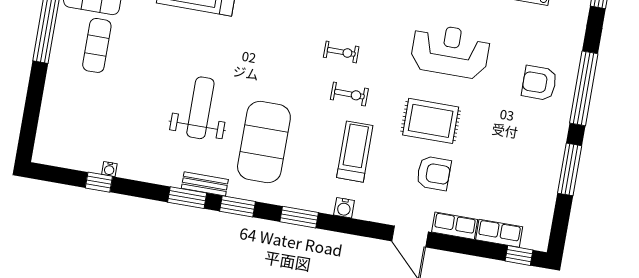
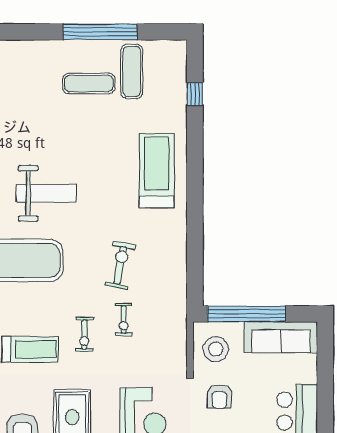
exercise bike: (286, 46) -> (120, 265), added

